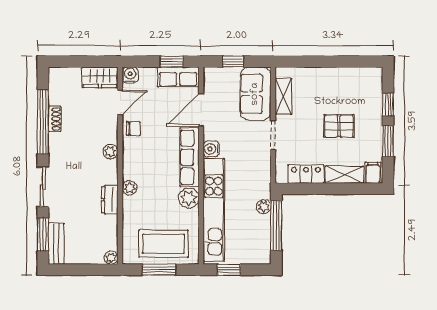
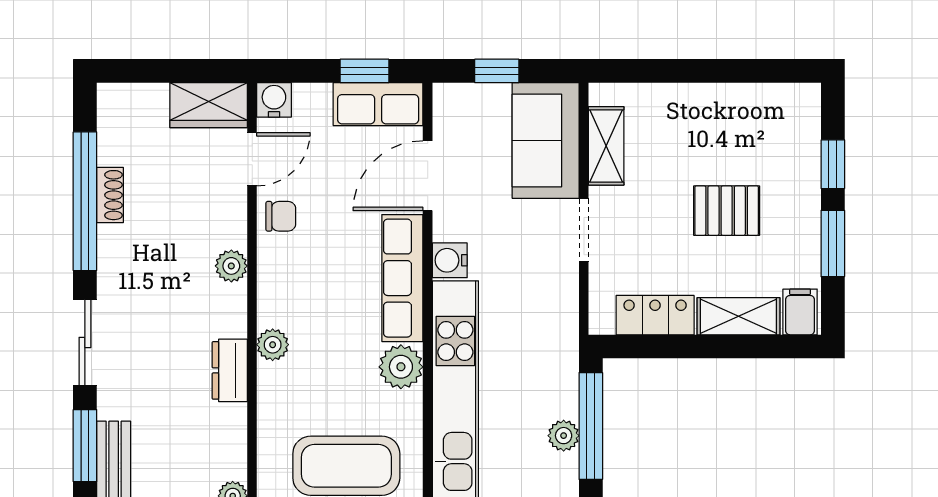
plant: (264, 207) -> (564, 436), moved

